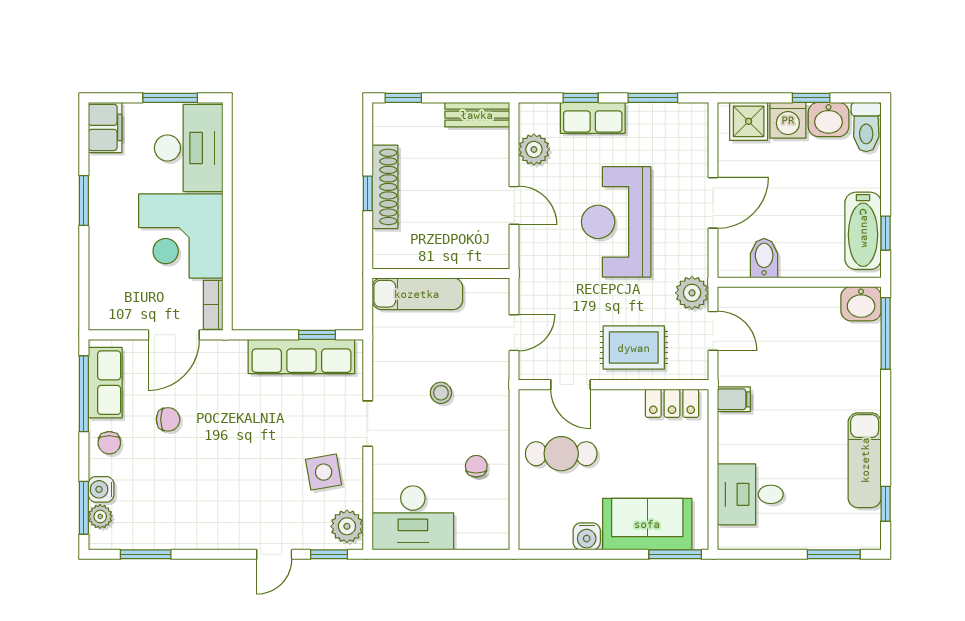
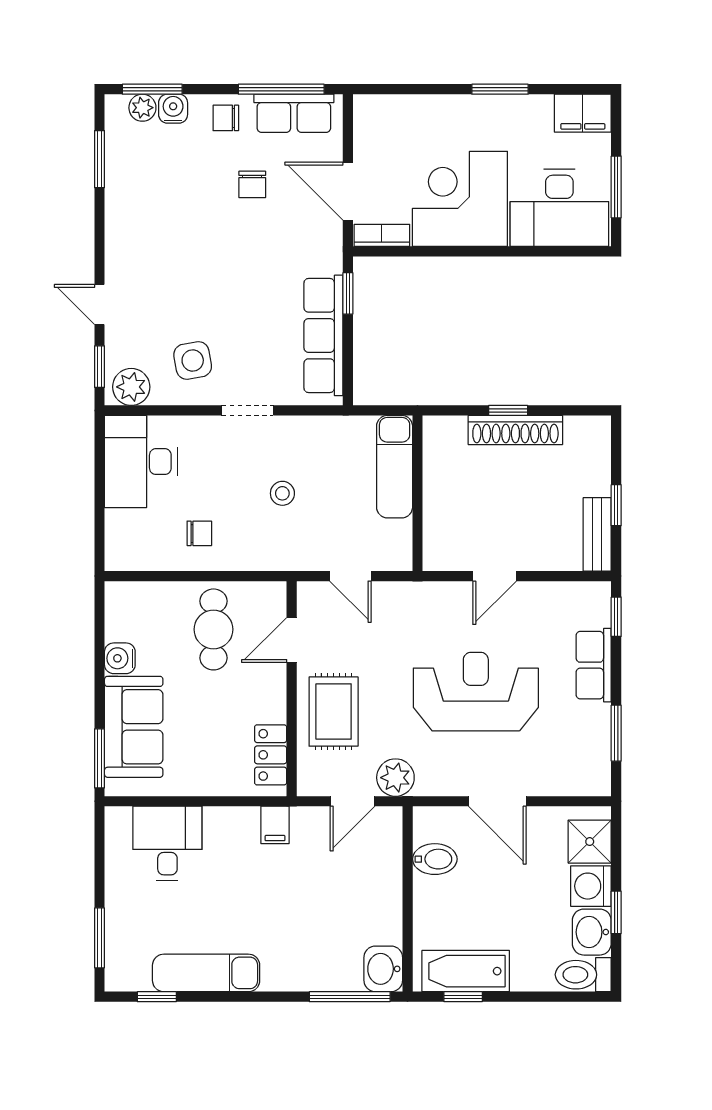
window: (403, 98) -> (616, 505), moved
window: (581, 98) -> (616, 617), moved
plant: (534, 149) -> (558, 599), removed
window: (317, 335) -> (348, 293), moved

